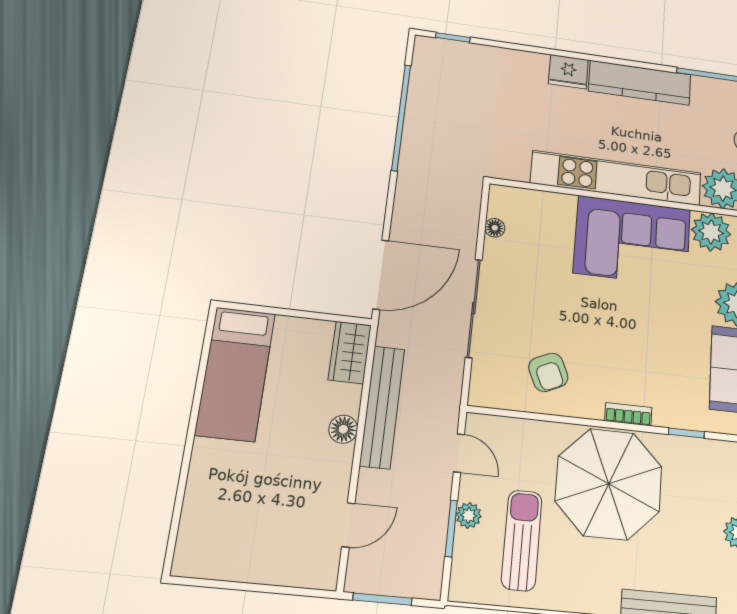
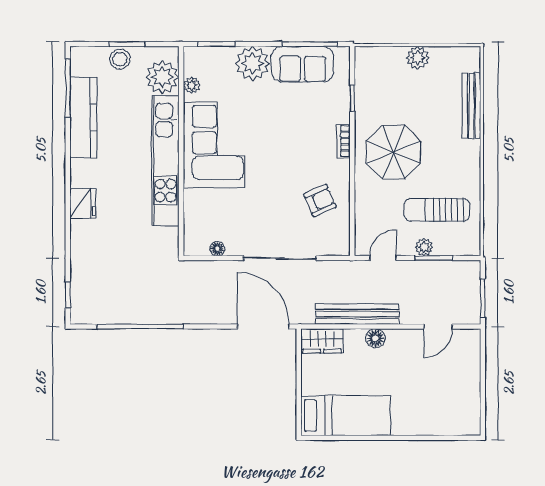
kitchen counter: (640, 83) -> (83, 118), moved
plant: (711, 232) -> (192, 85), width x0.53, depth x0.53
parasol: (609, 484) -> (393, 152), width x0.73, depth x0.73
door: (348, 525) -> (438, 327), swing flipped

